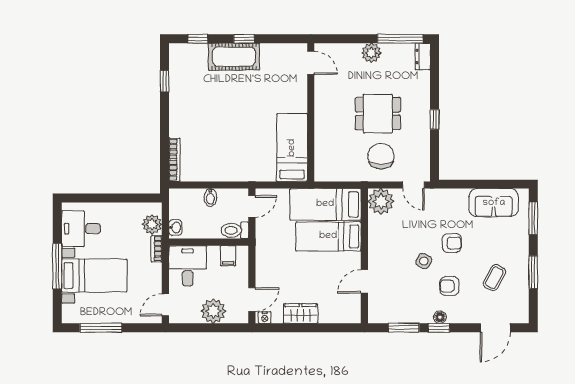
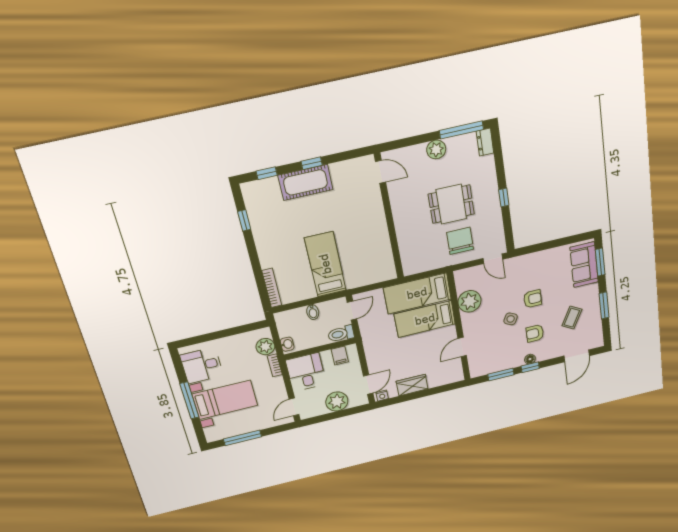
bed: (292, 148) -> (325, 264), moved
plant: (381, 201) -> (470, 301), moved
sofa: (494, 203) -> (584, 265), moved, turned 90

